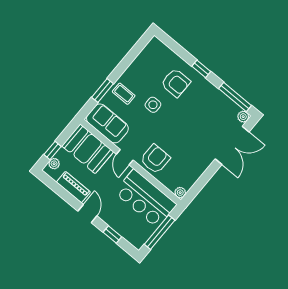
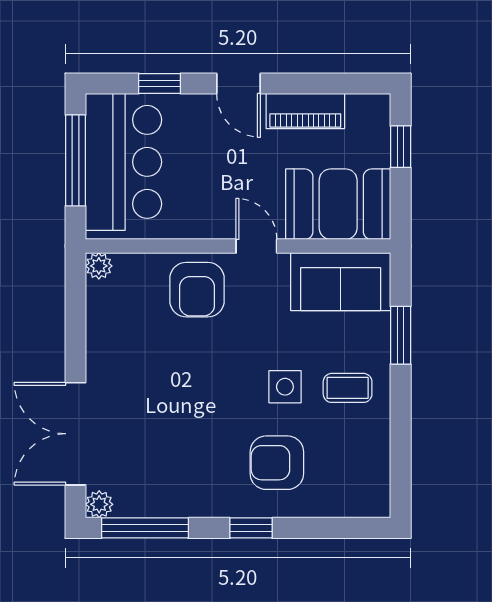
coffee table: (124, 94) -> (348, 388), moved
plant: (54, 164) -> (377, 125), removed
bar counter: (146, 198) -> (124, 162), moved, turned 90

